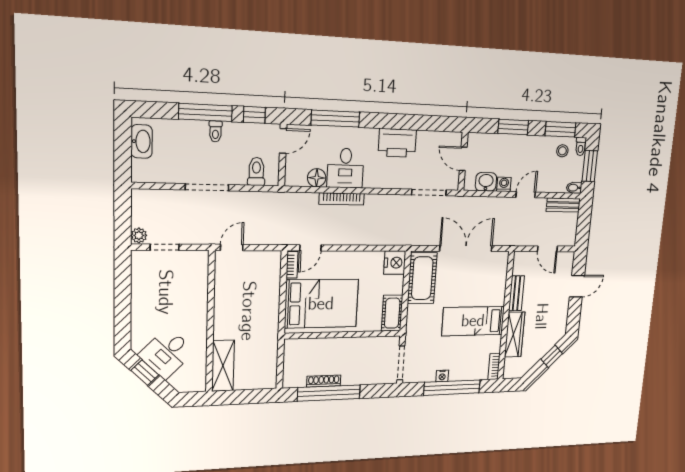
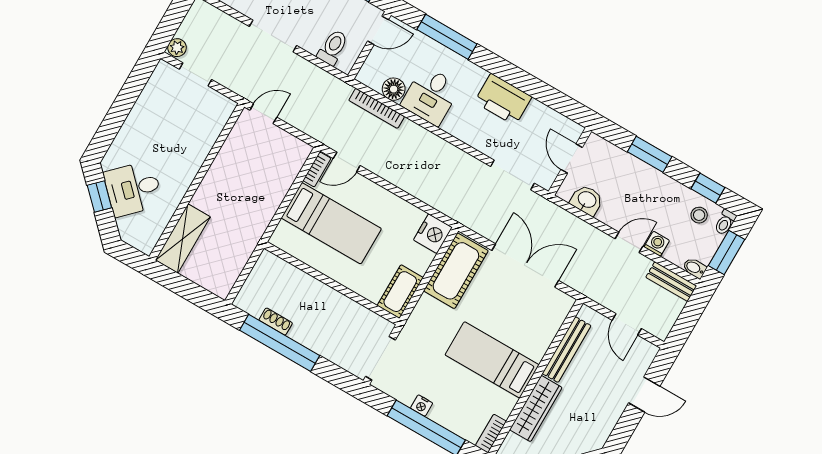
window: (560, 129) -> (708, 188), width x0.67
washing machine: (504, 184) -> (657, 244), moved
bookcase: (342, 199) -> (377, 108), moved
bench: (516, 293) -> (567, 350), width x1.36
bed: (321, 304) -> (331, 223), width x0.67
shoe rack: (324, 381) -> (276, 322), width x0.70

